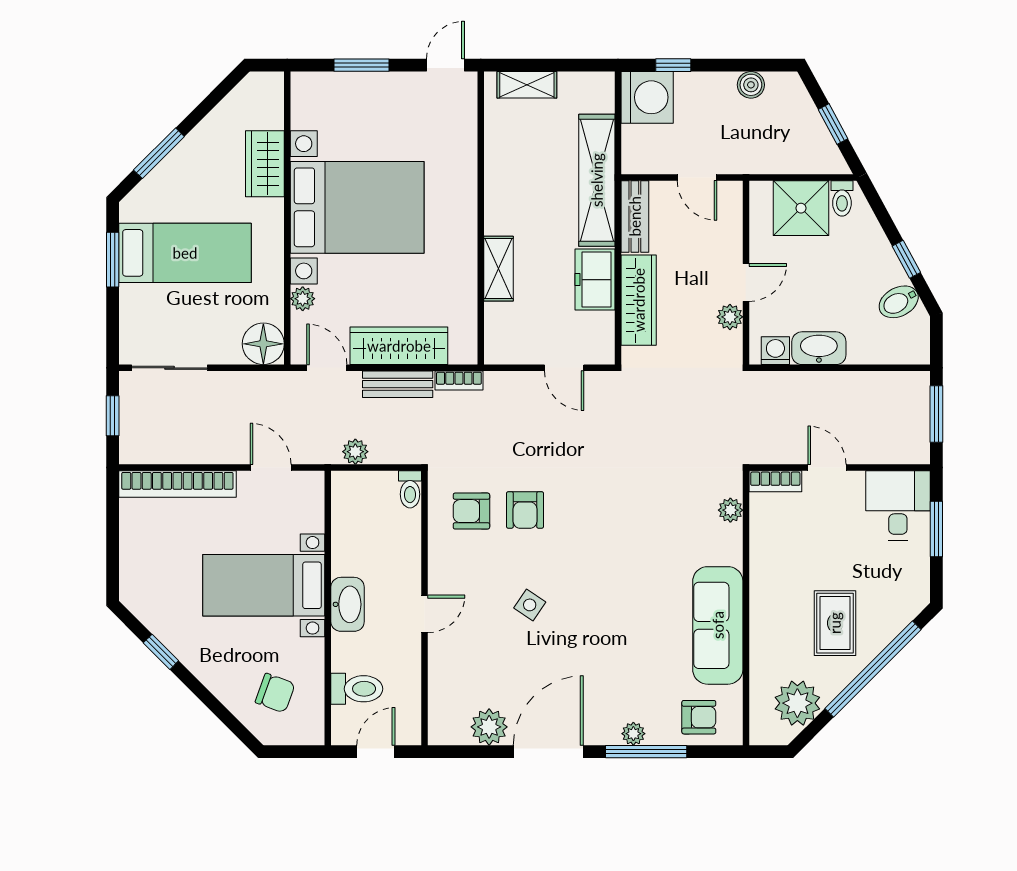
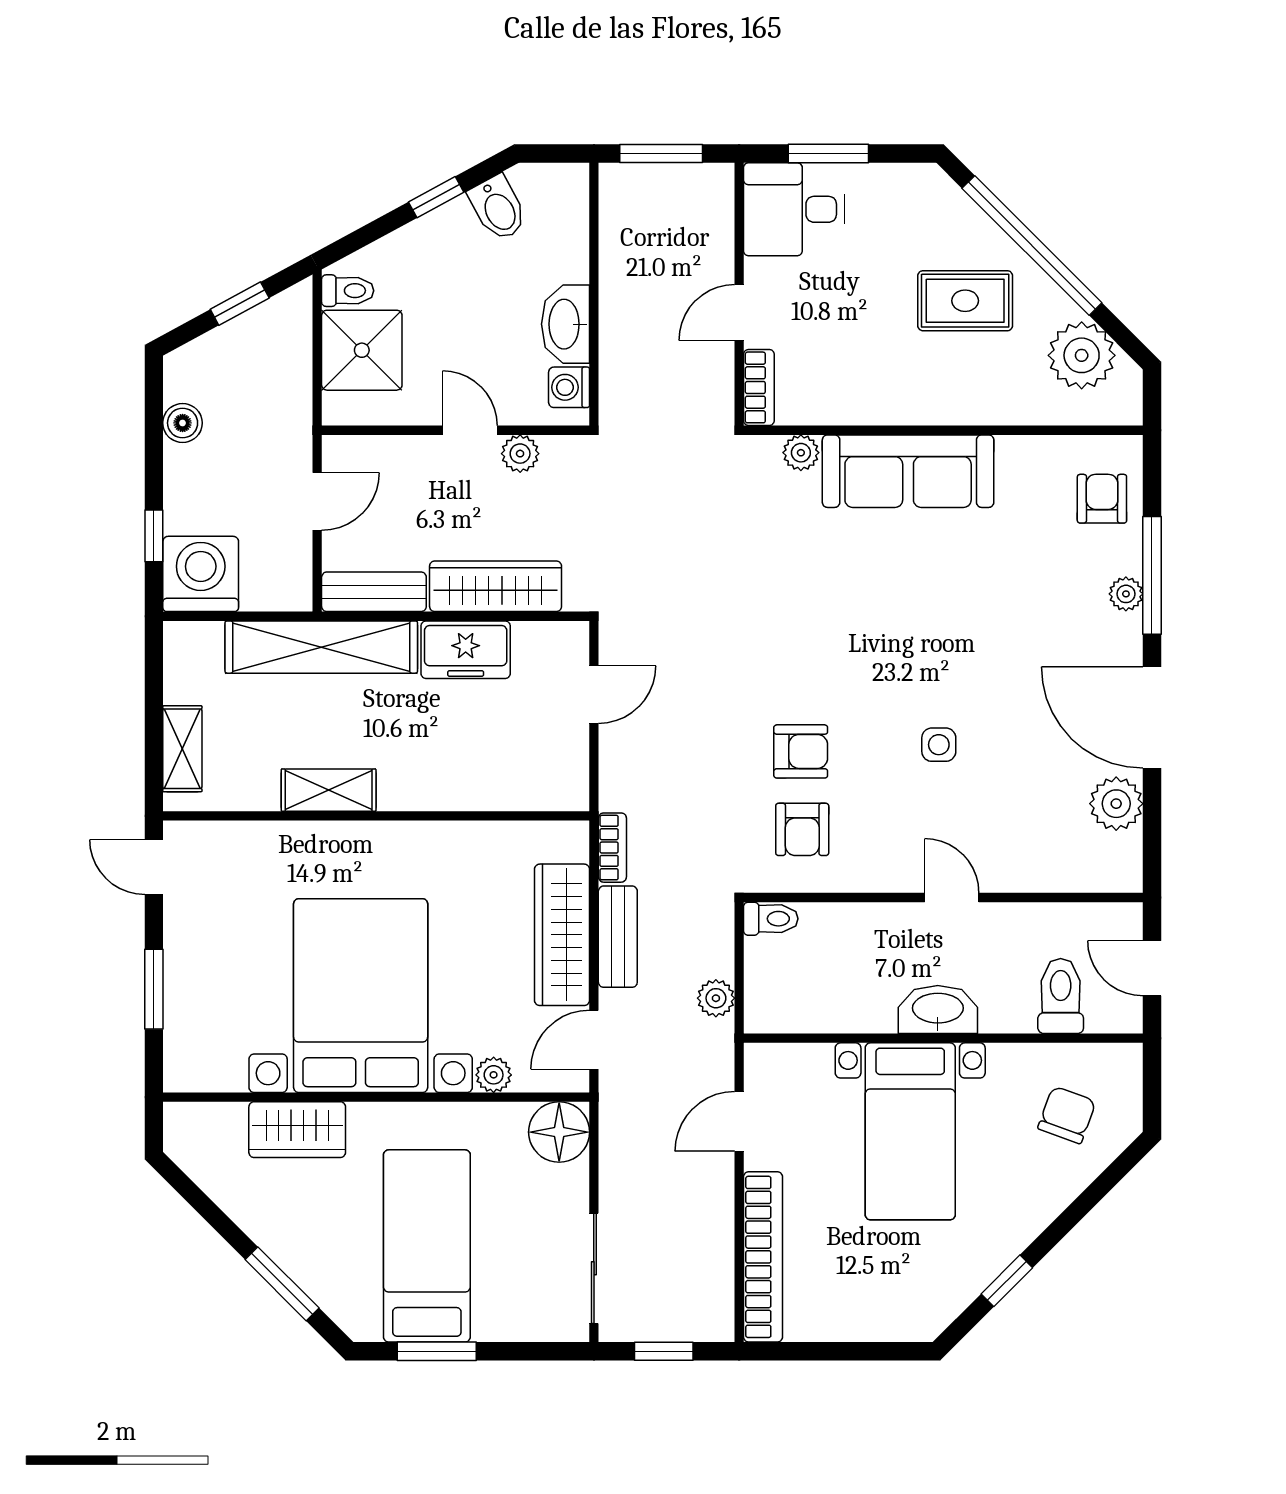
shelving: (498, 269) -> (329, 790), moved
side table: (530, 605) -> (939, 745), turned -34
sofa: (718, 625) -> (908, 471), moved

